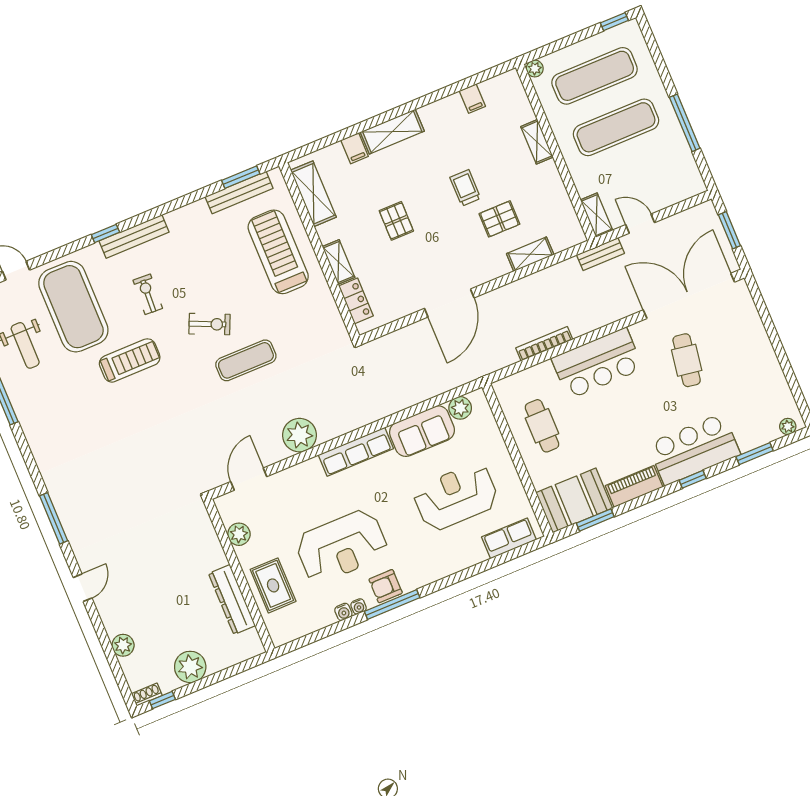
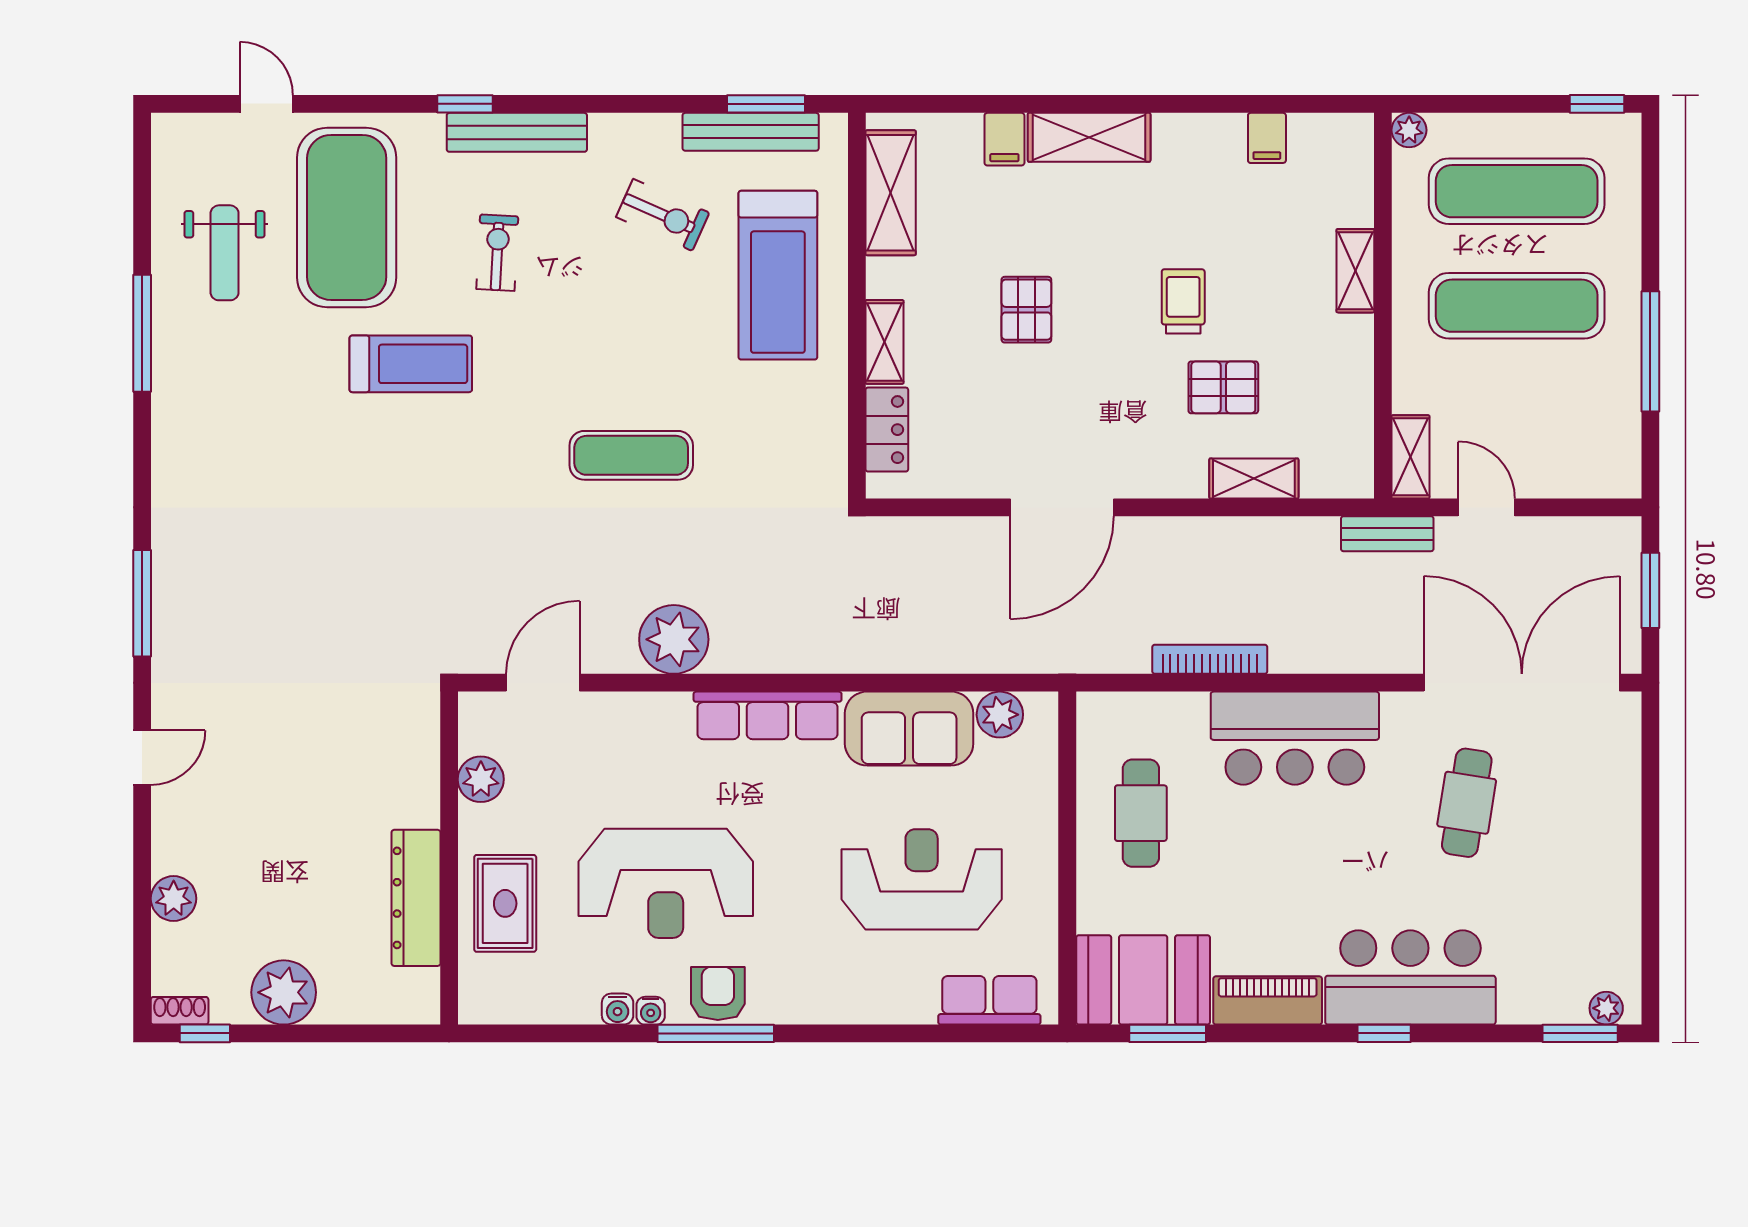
treadmill: (278, 252) -> (778, 275), turned 180
exercise bike: (209, 324) -> (663, 215), moved
window: (755, 454) -> (1580, 1033), moved
armchair: (386, 586) -> (718, 993), turned 90

